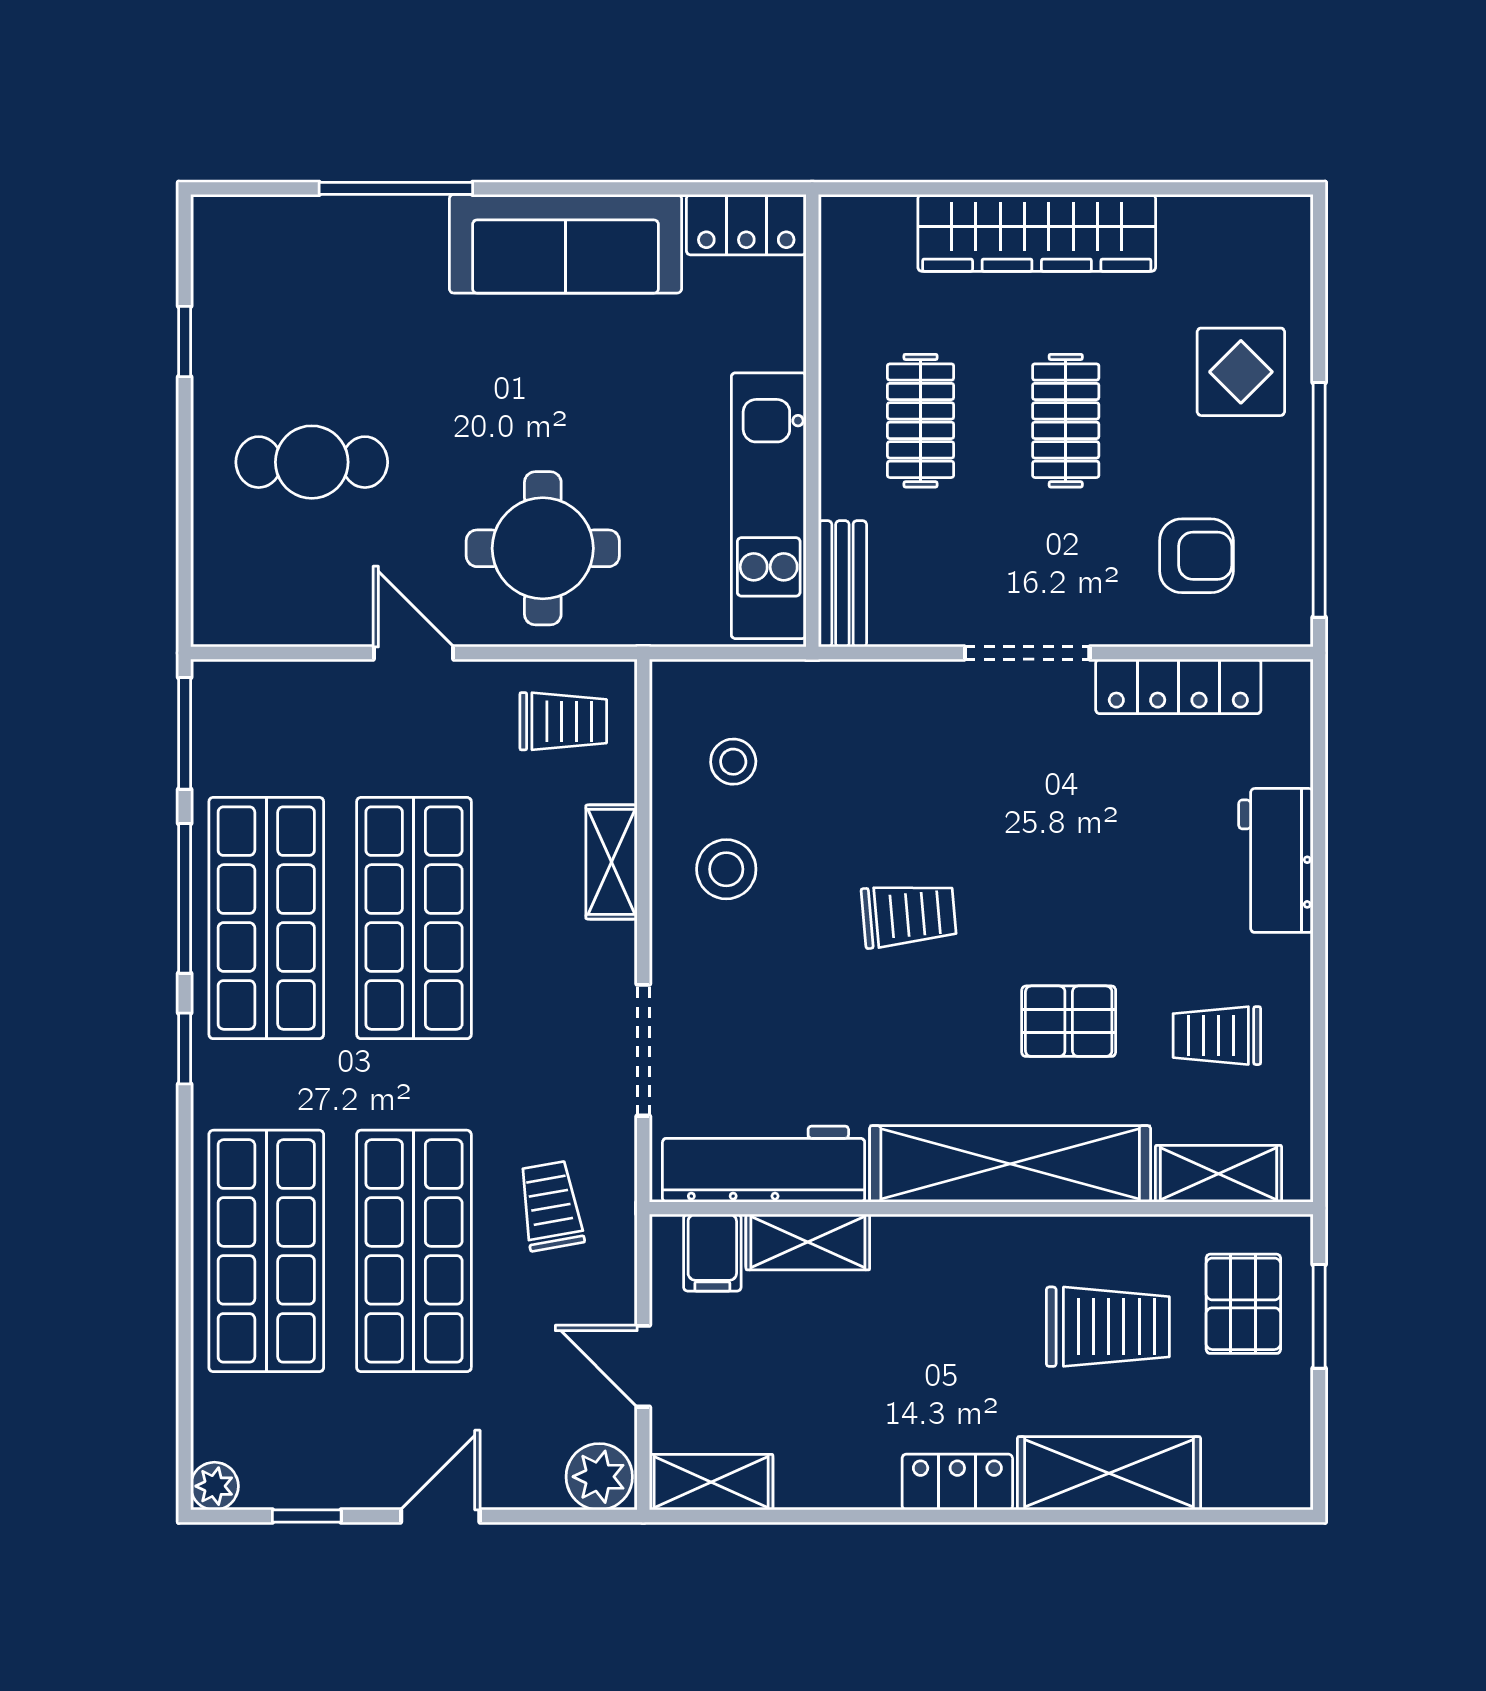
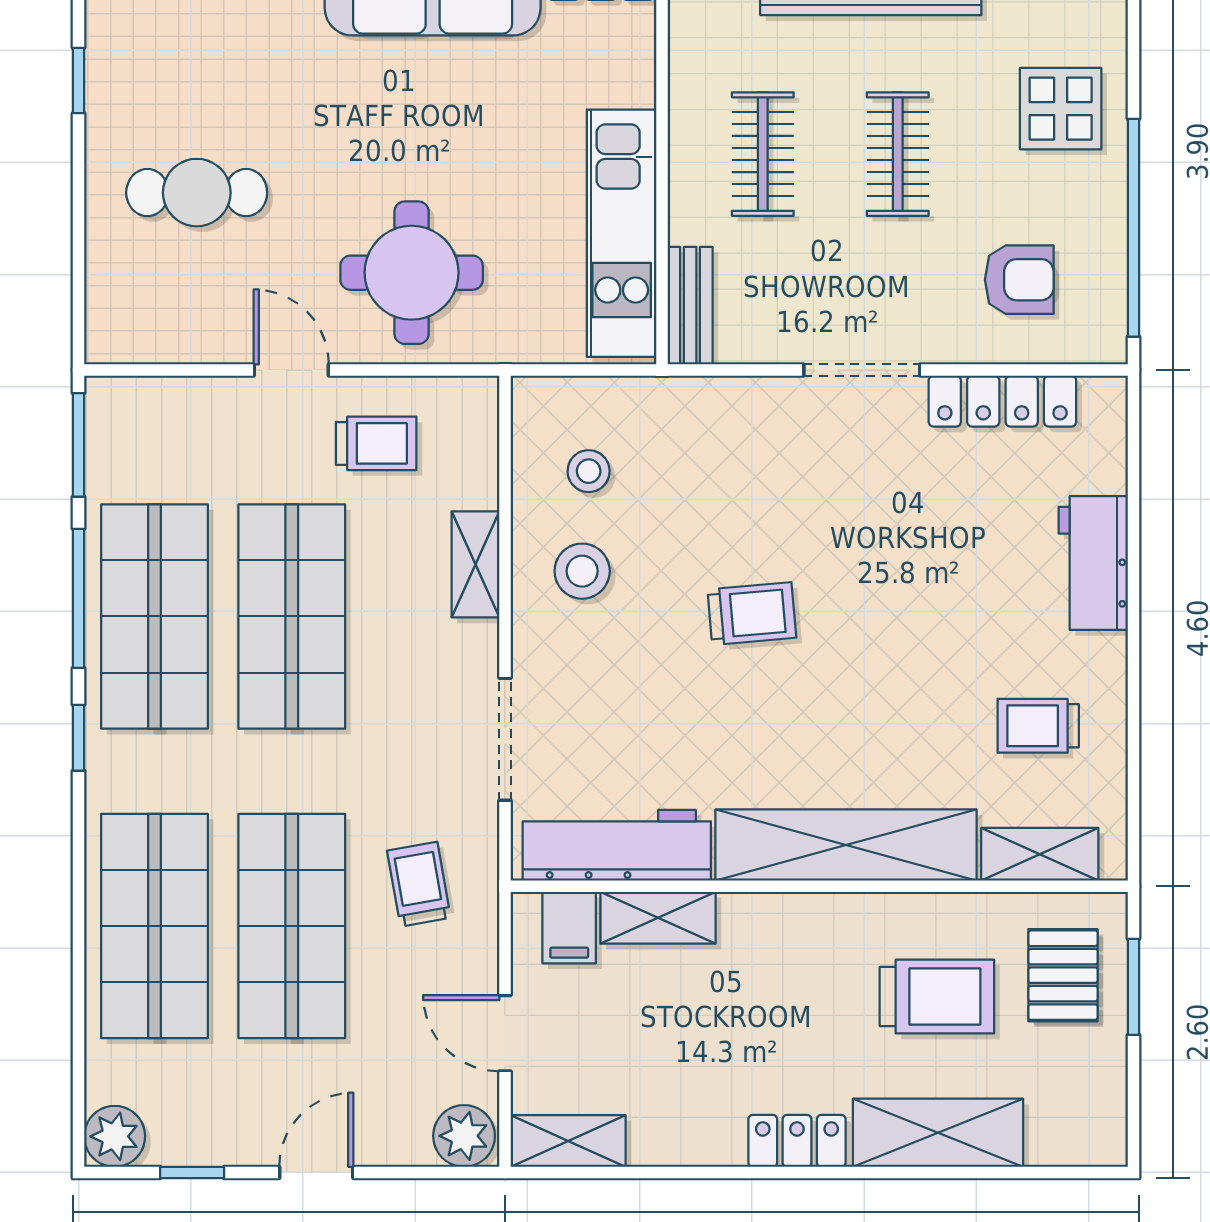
trolley: (563, 721) -> (376, 443), moved
pallet: (1069, 1021) -> (901, 712), removed
plant: (214, 1486) -> (115, 1136), width x1.38, depth x1.38

